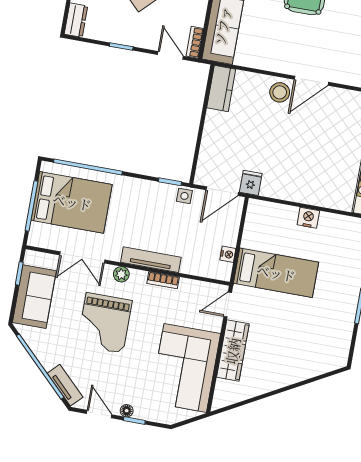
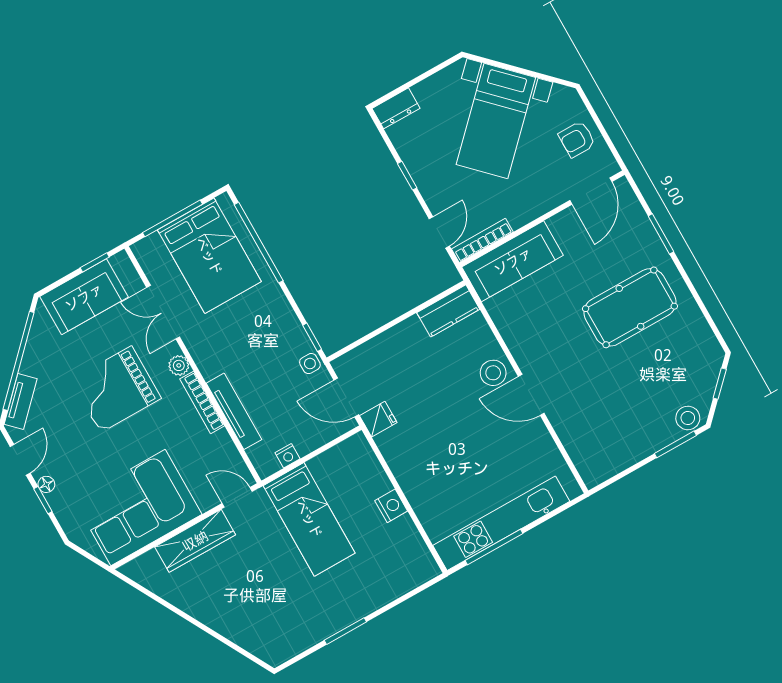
bookcase: (195, 42) -> (482, 240), width x1.56
tv unit: (151, 260) -> (234, 411), moved
bookcase: (163, 280) -> (202, 402), width x1.56

